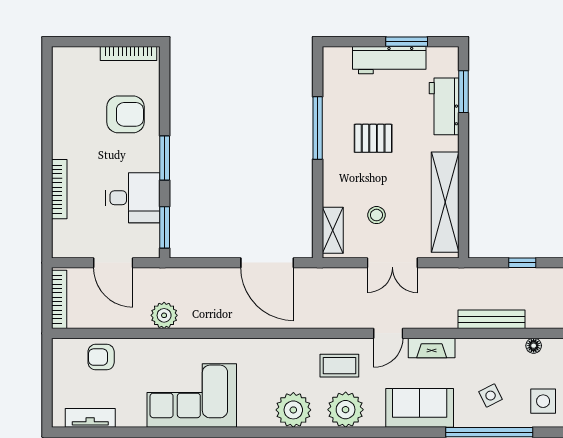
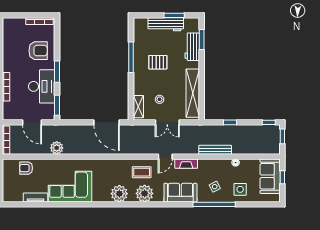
desk: (133, 198) -> (42, 86), width x1.37
tv unit: (90, 418) -> (35, 197), moved

